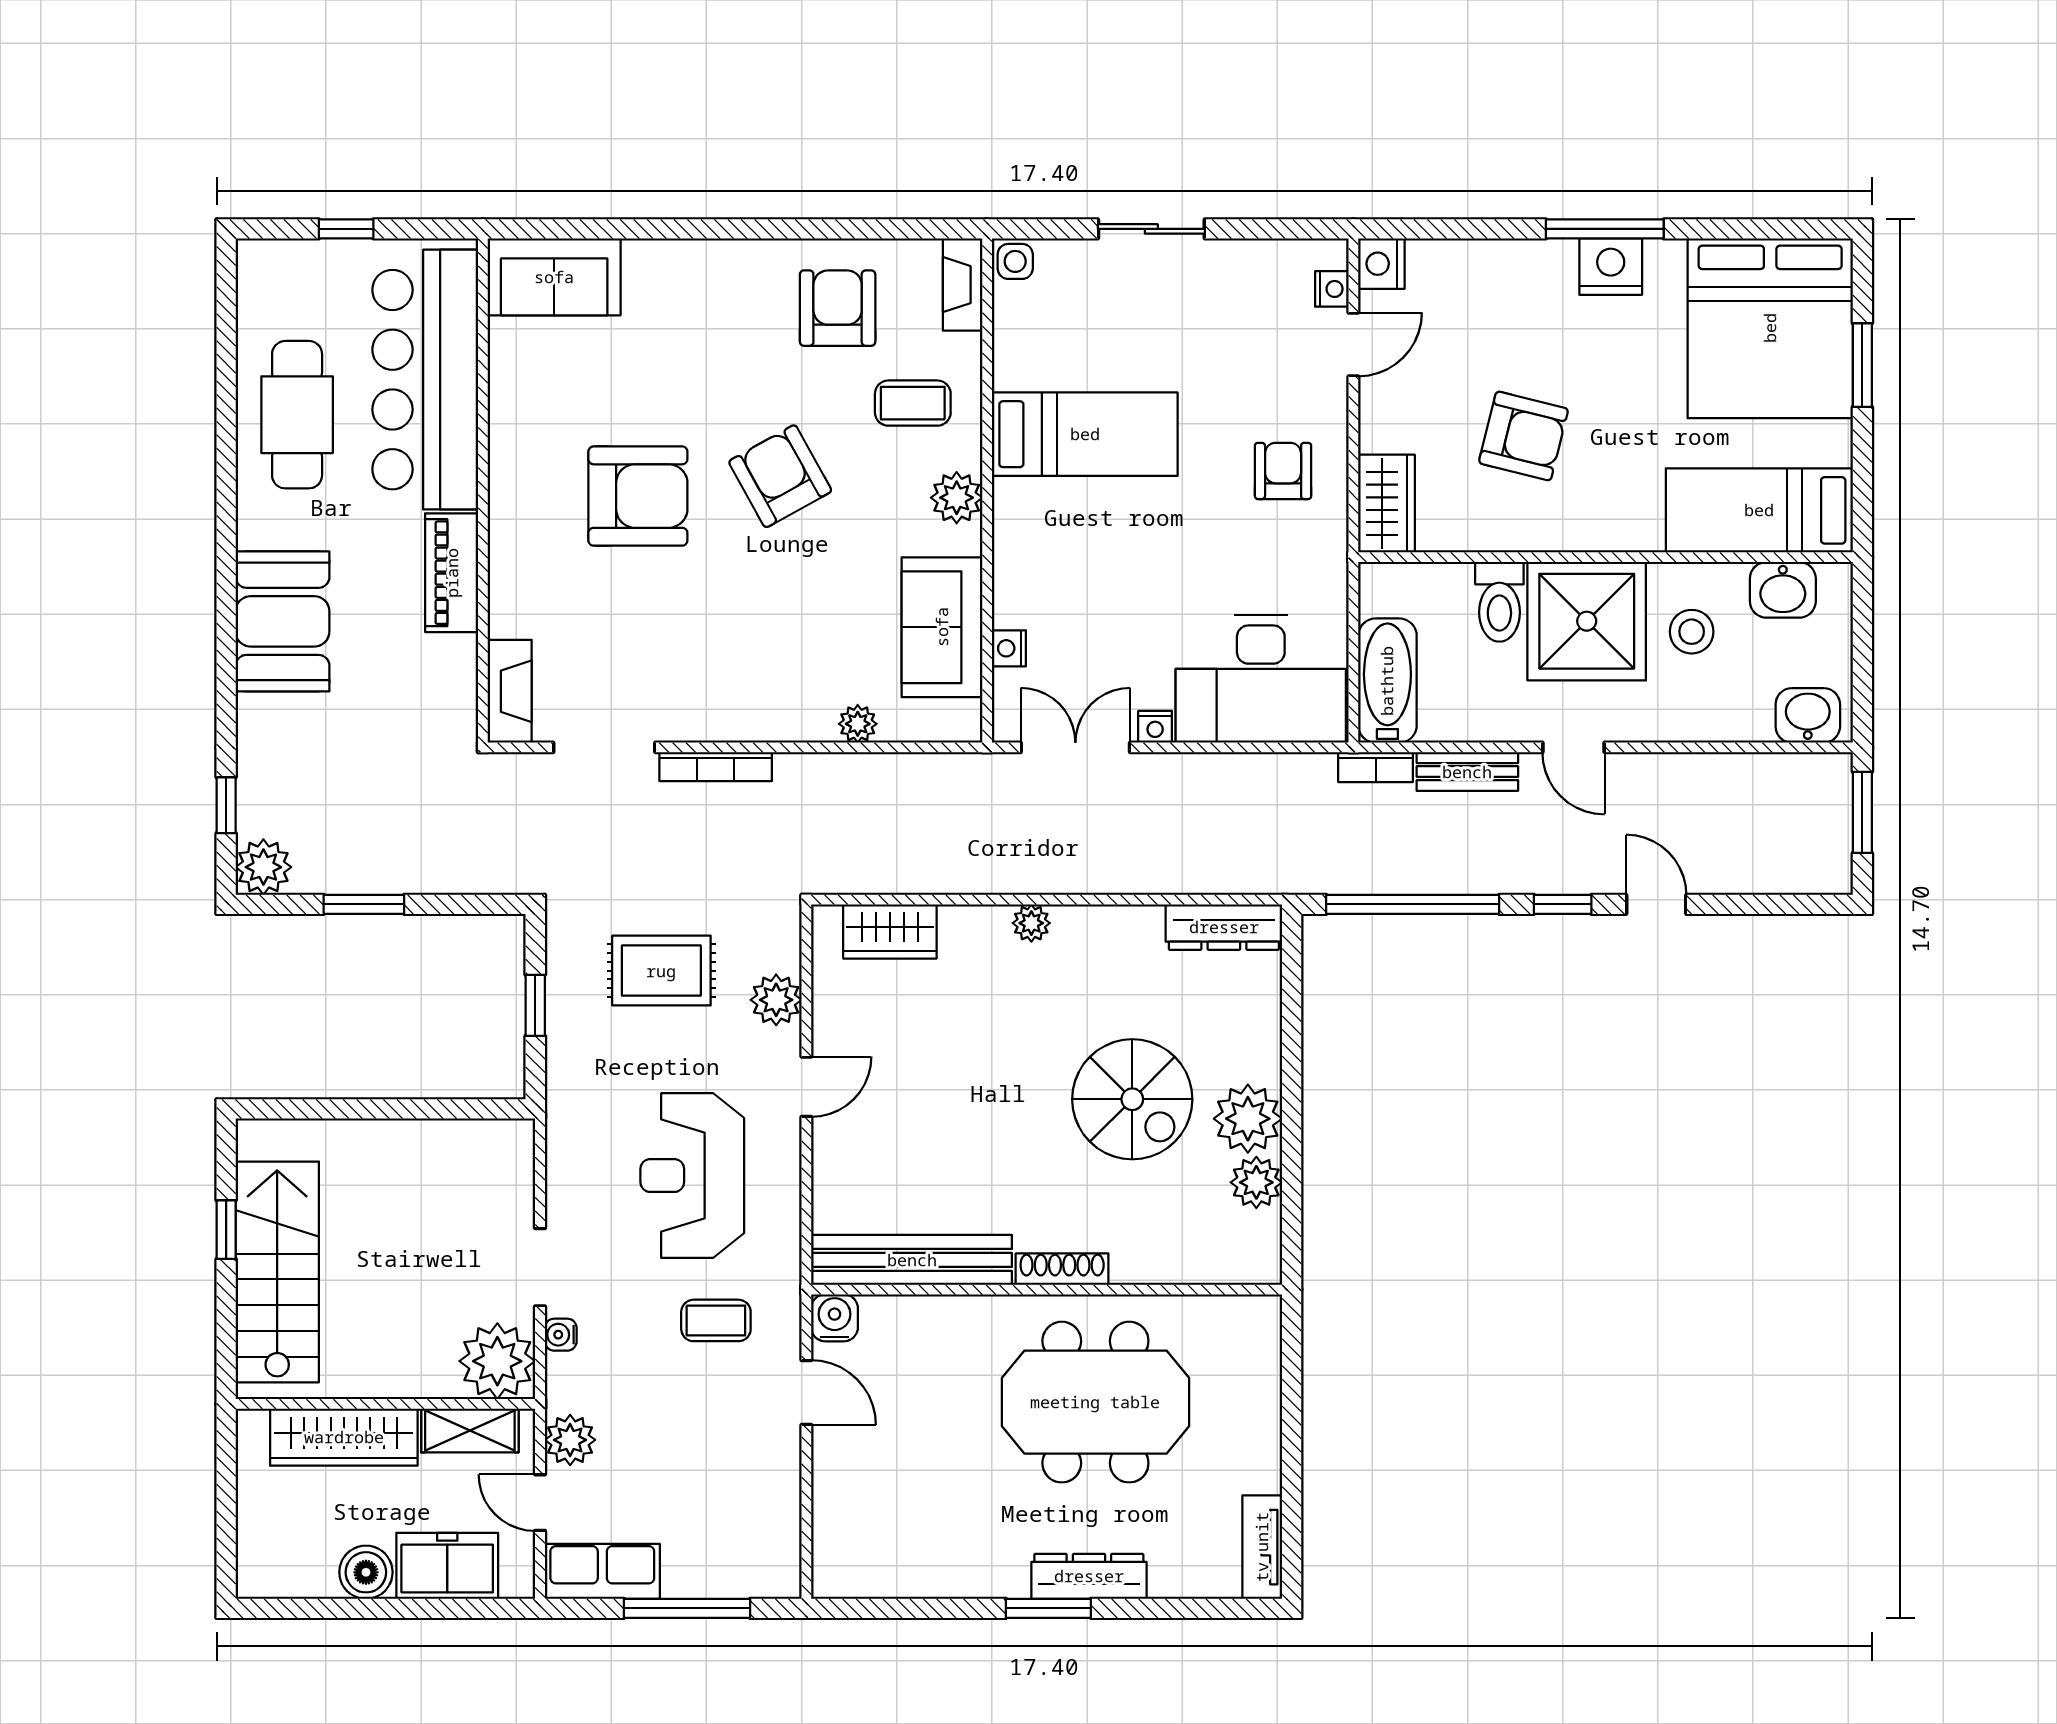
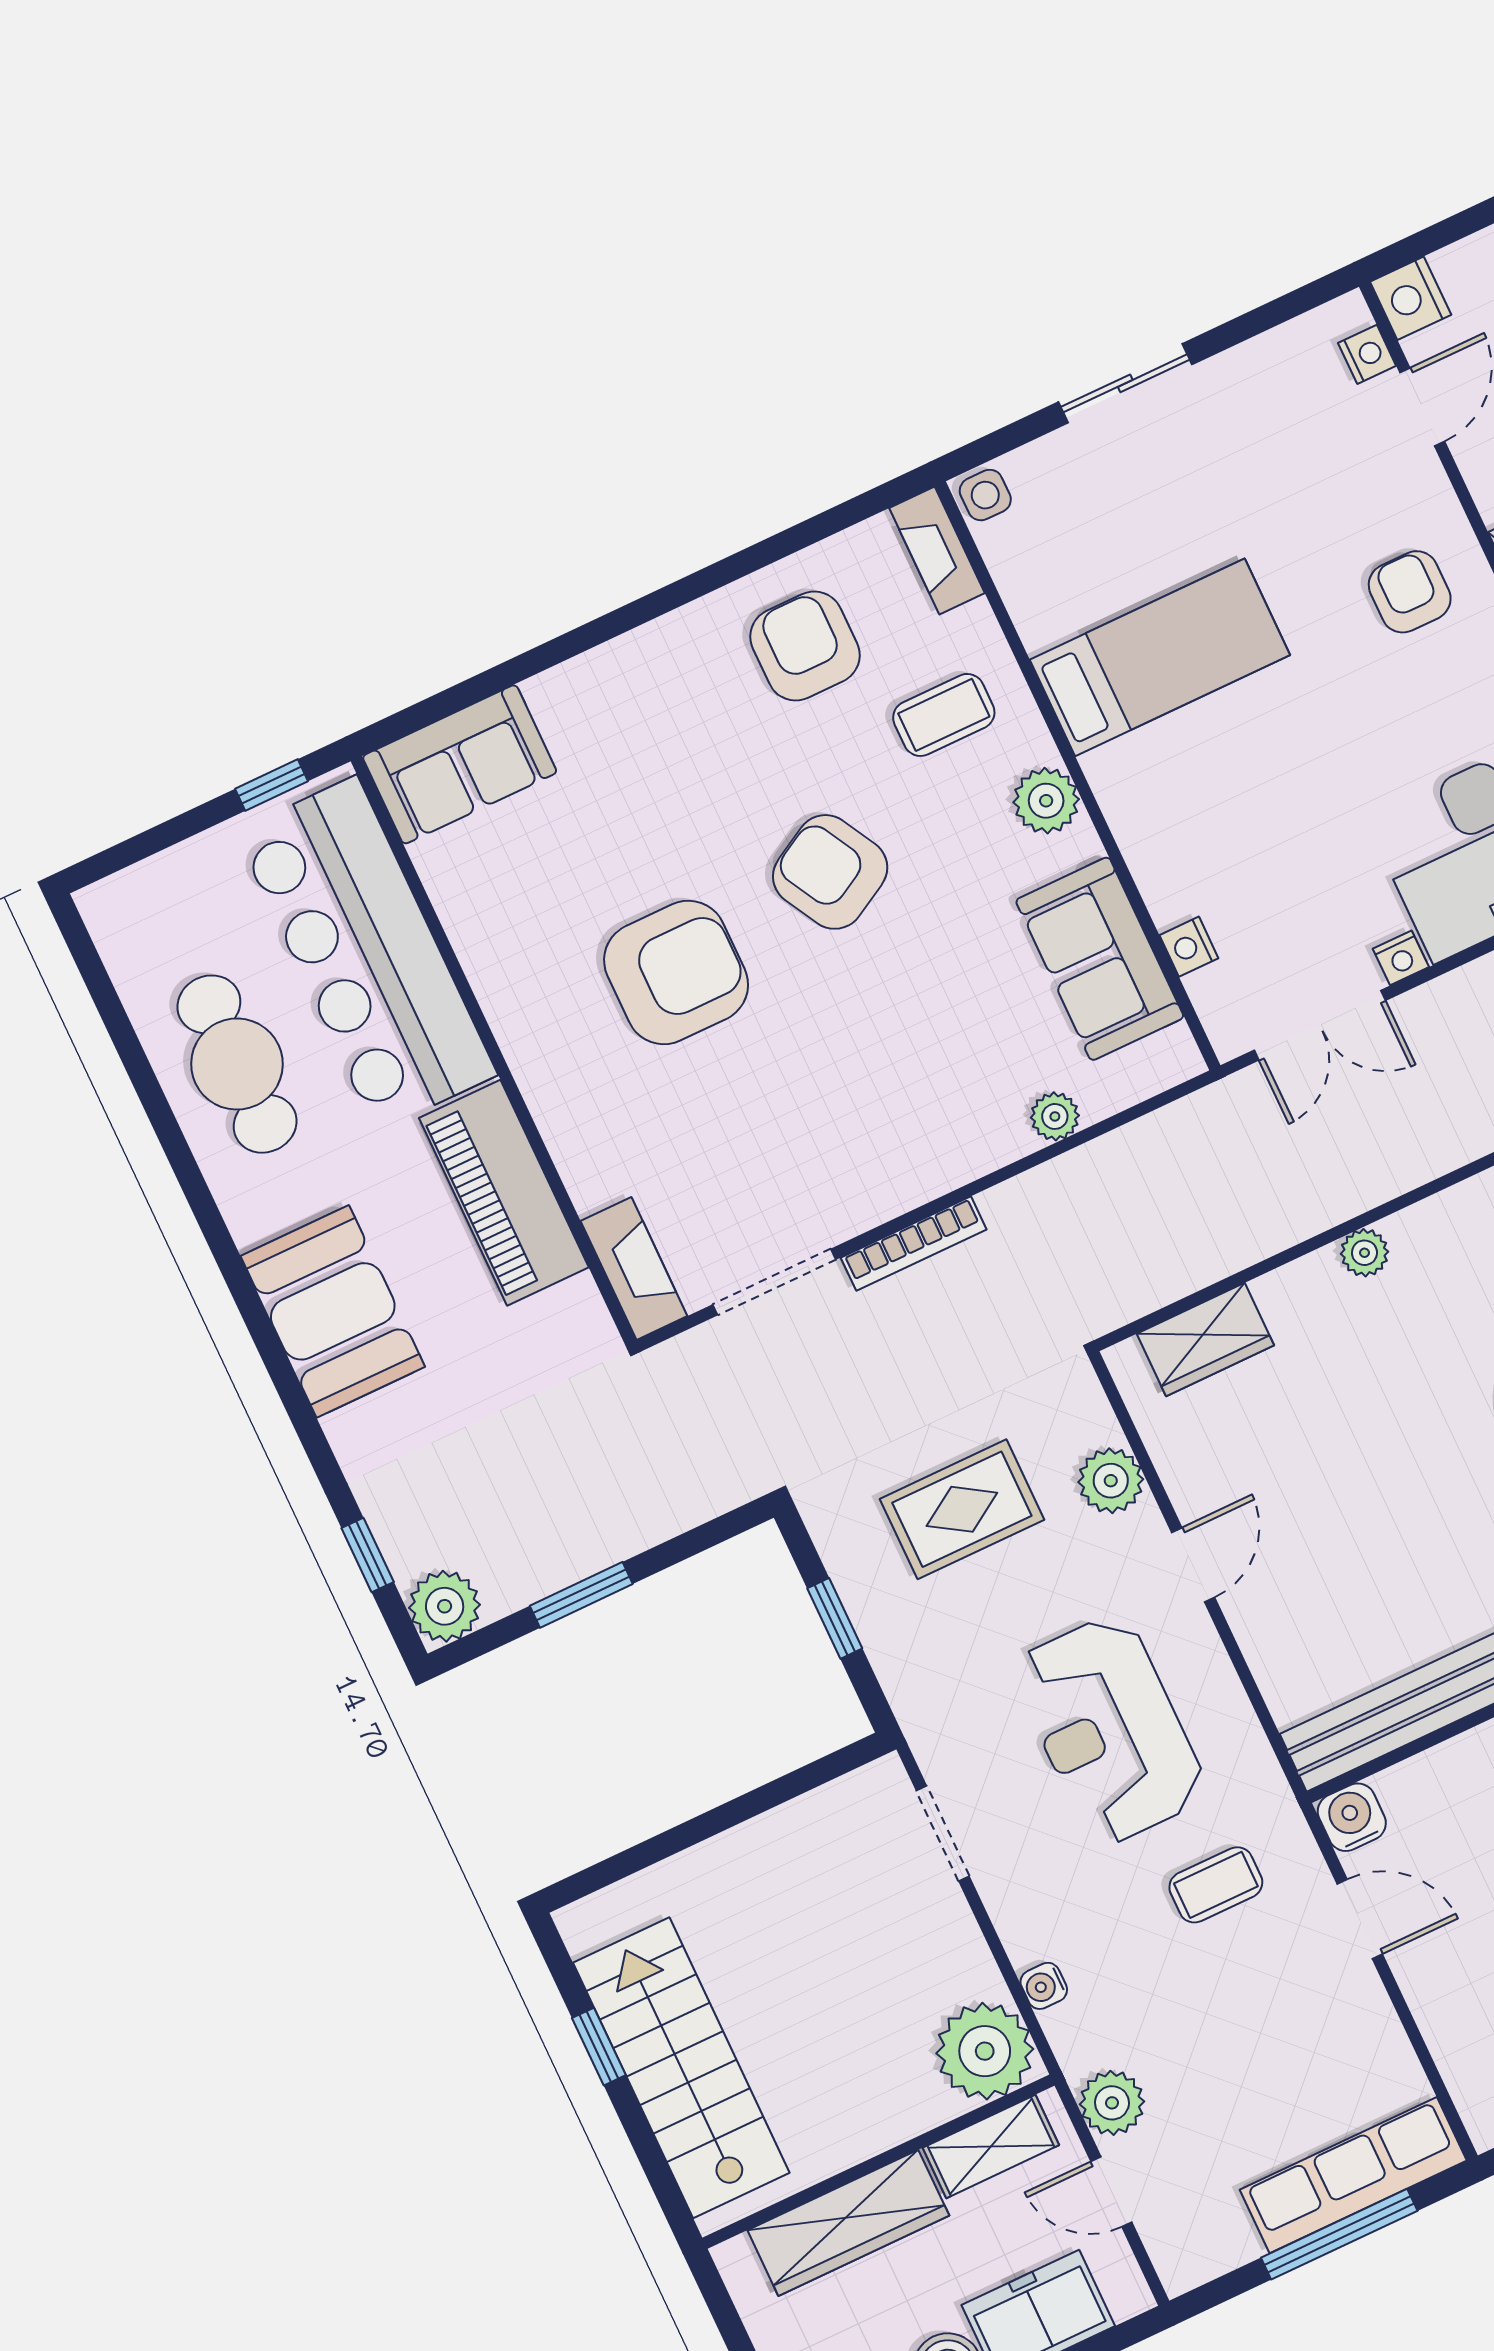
window: (346, 229) -> (272, 785), moved
piano: (452, 573) -> (504, 1193), width x1.37, depth x1.33
double door: (1075, 747) -> (1320, 1025), swing flipped
doorway: (540, 1267) -> (943, 1833), moved
row of seats: (602, 1571) -> (1353, 2175), moved, width x1.48

